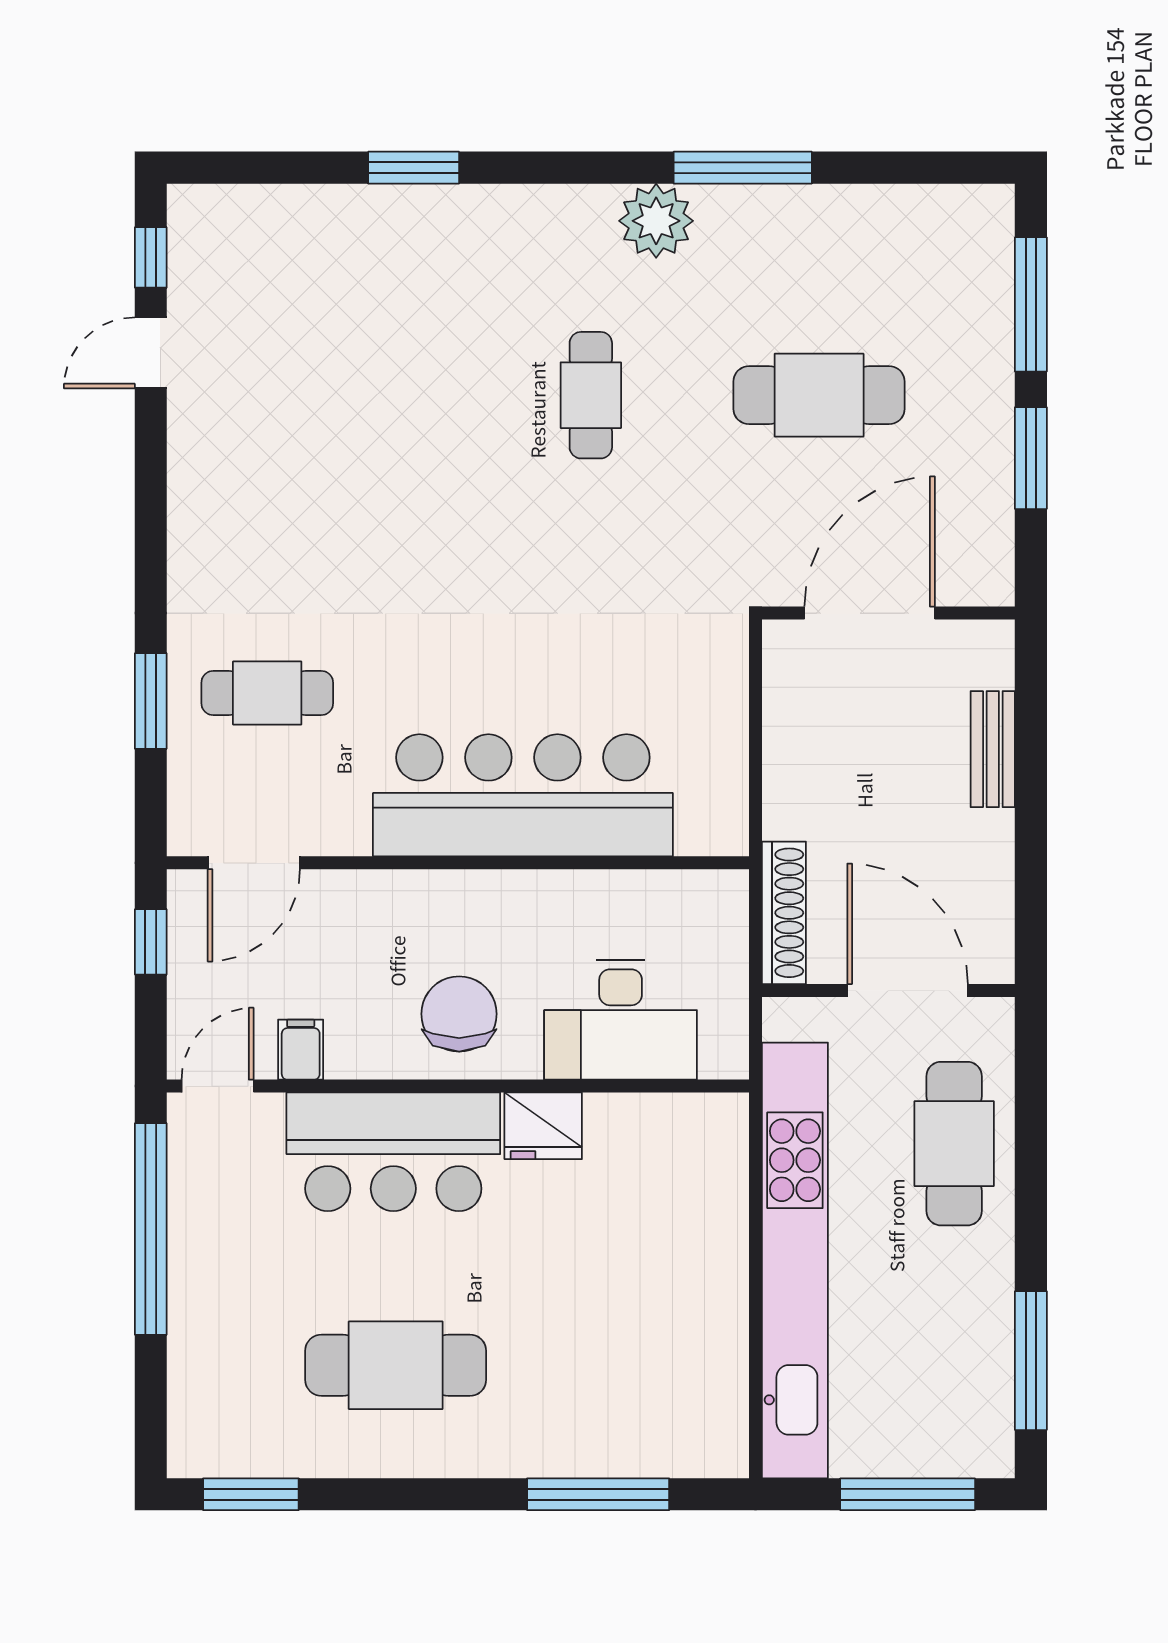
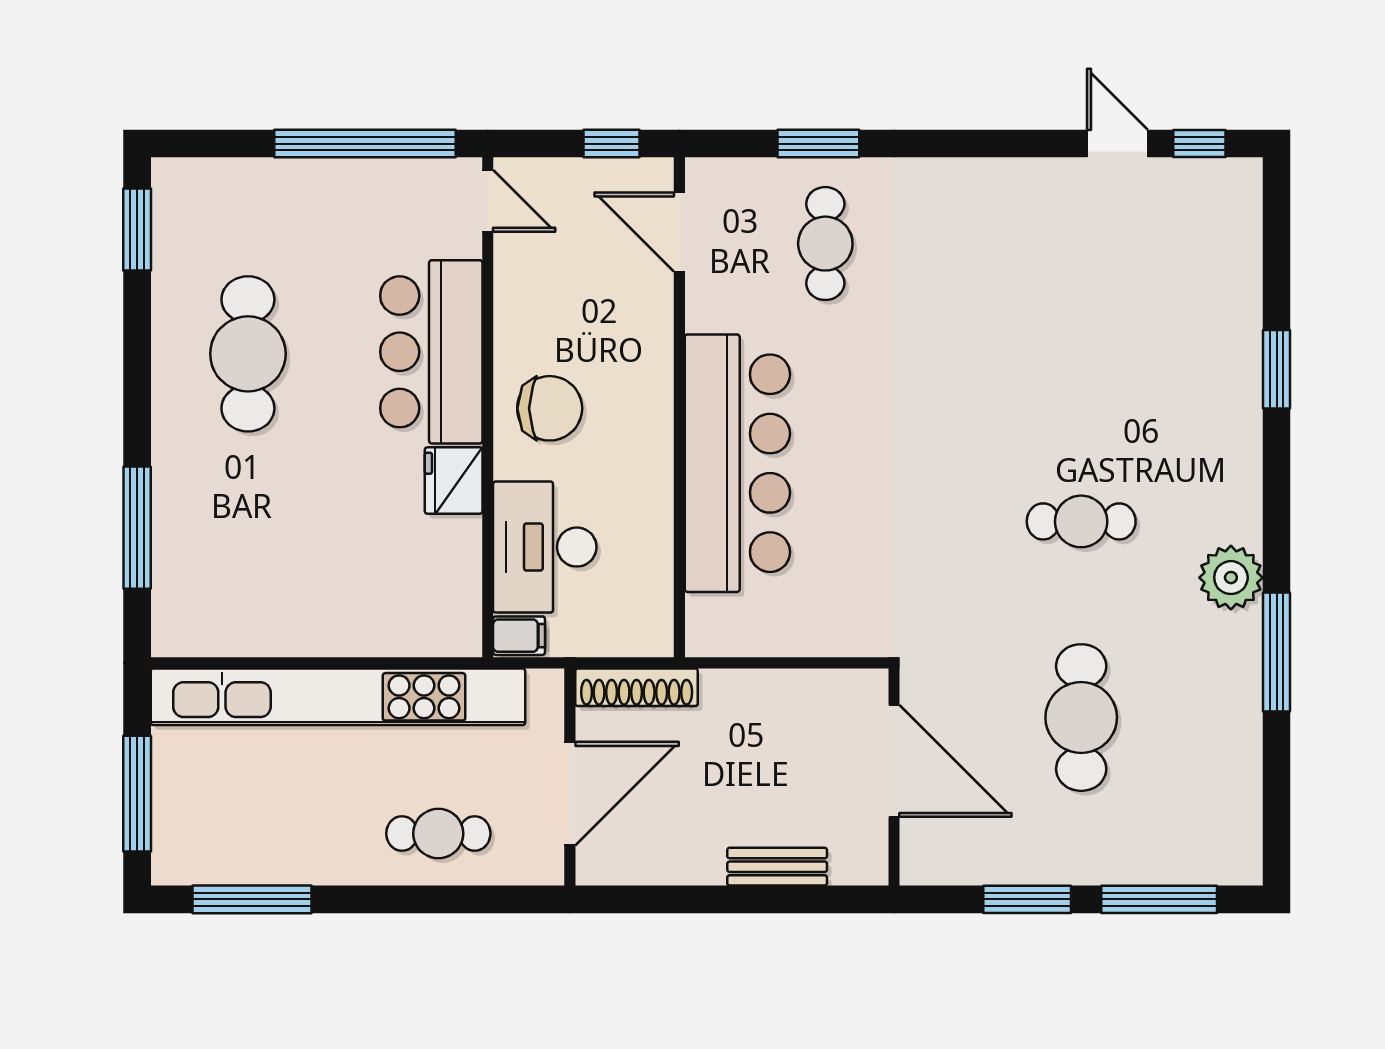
filing cabinet: (301, 1050) -> (519, 636), moved
cafe table: (954, 1144) -> (438, 834), width x0.73, depth x0.74

